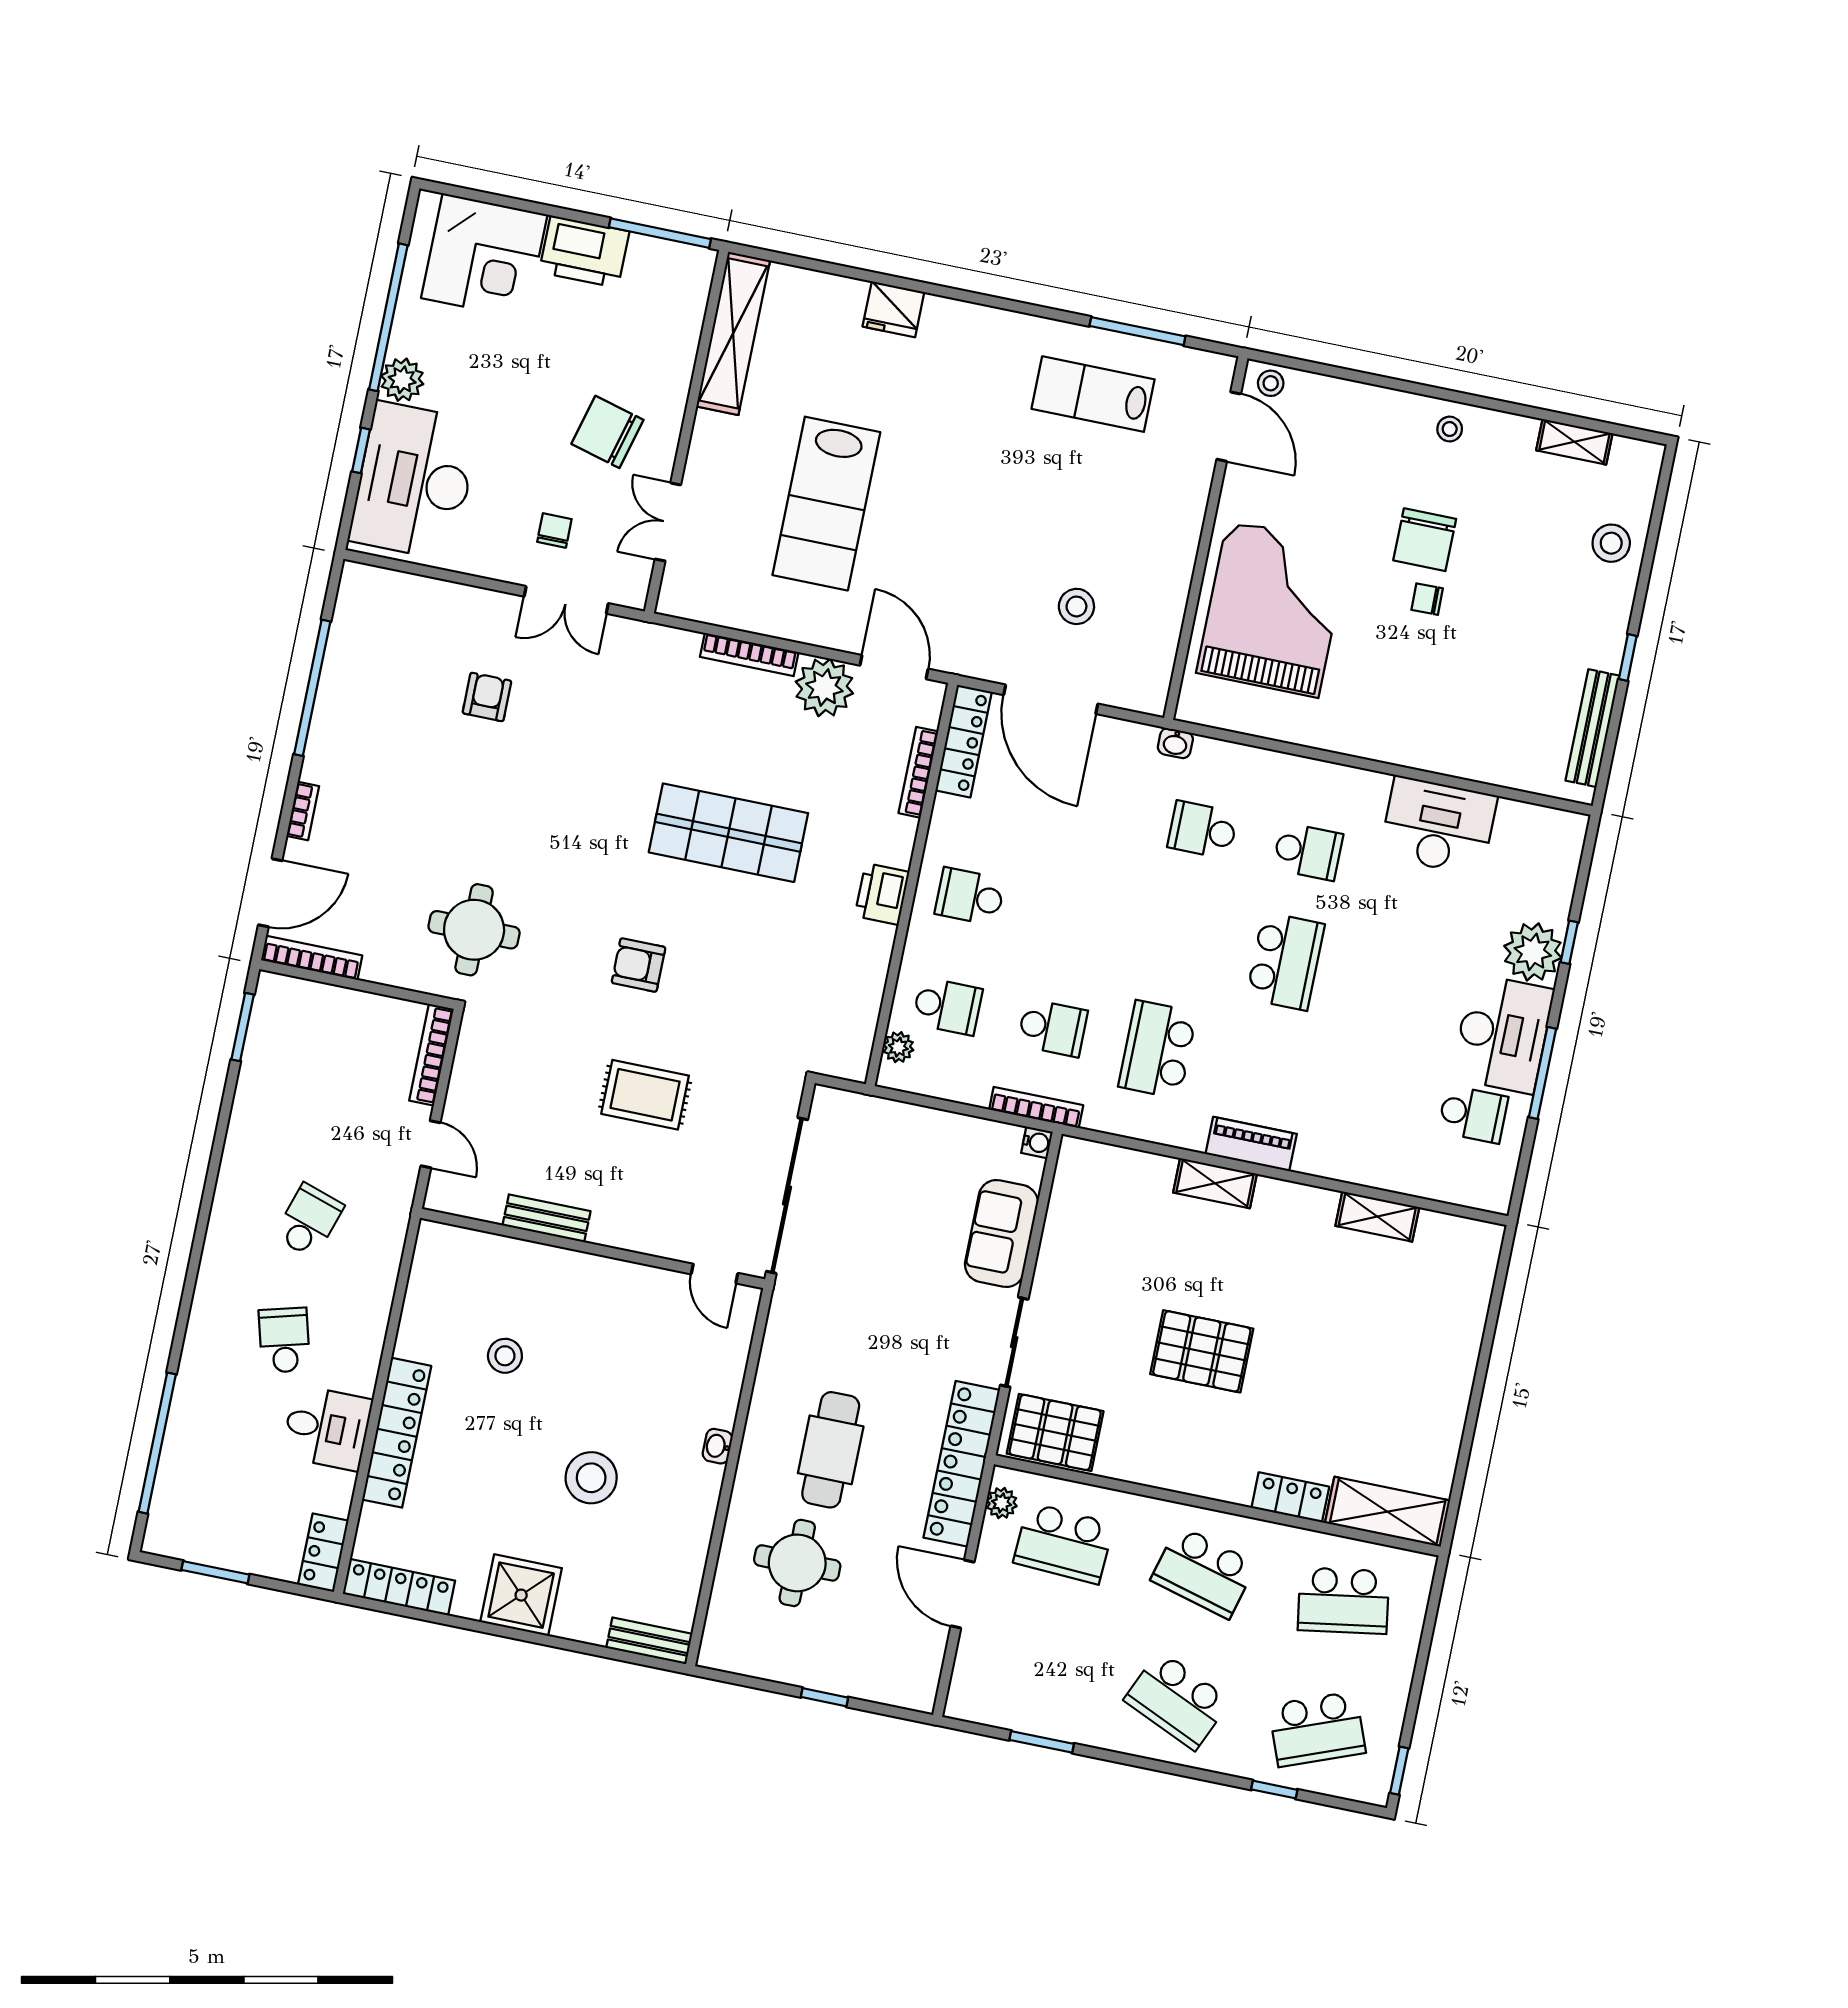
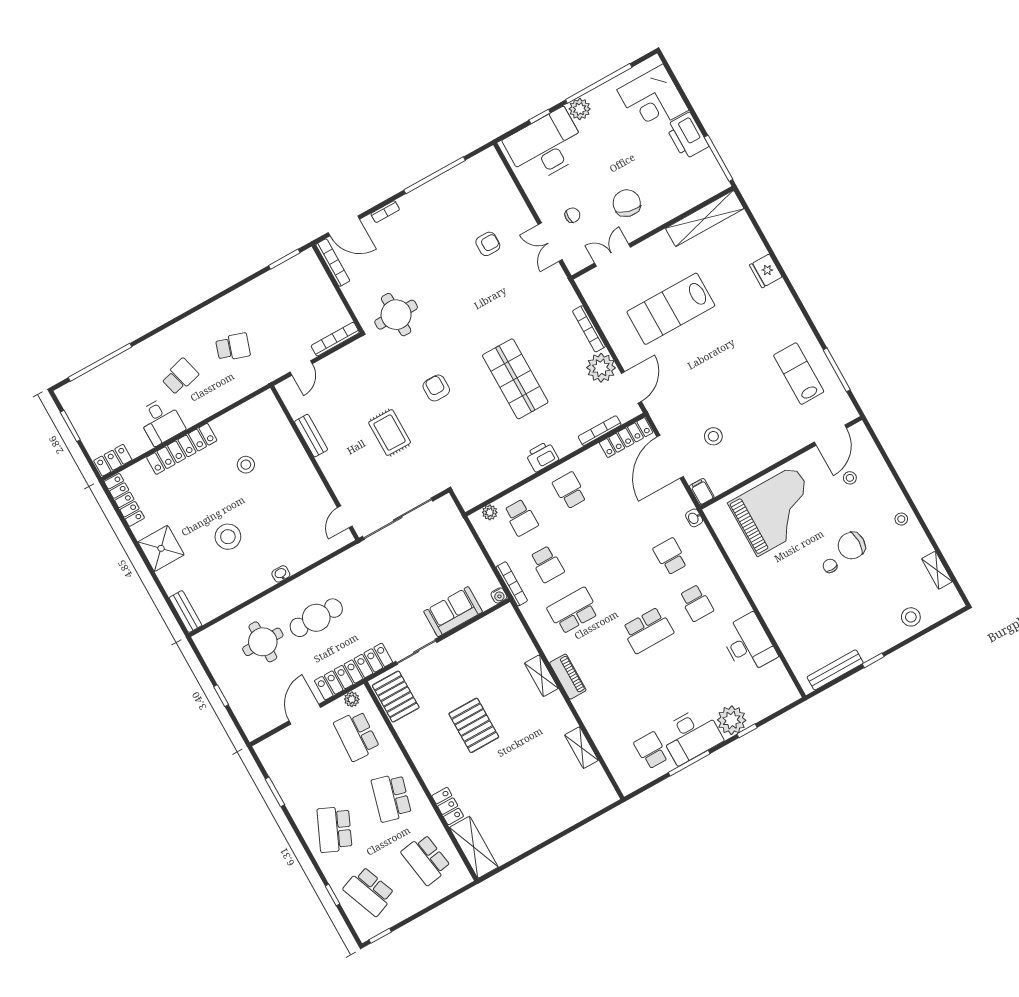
stool: (1271, 383) -> (850, 478), moved
filing cabinet: (1146, 697) -> (702, 492), added
school desk: (1473, 1114) -> (651, 750), turned 180

